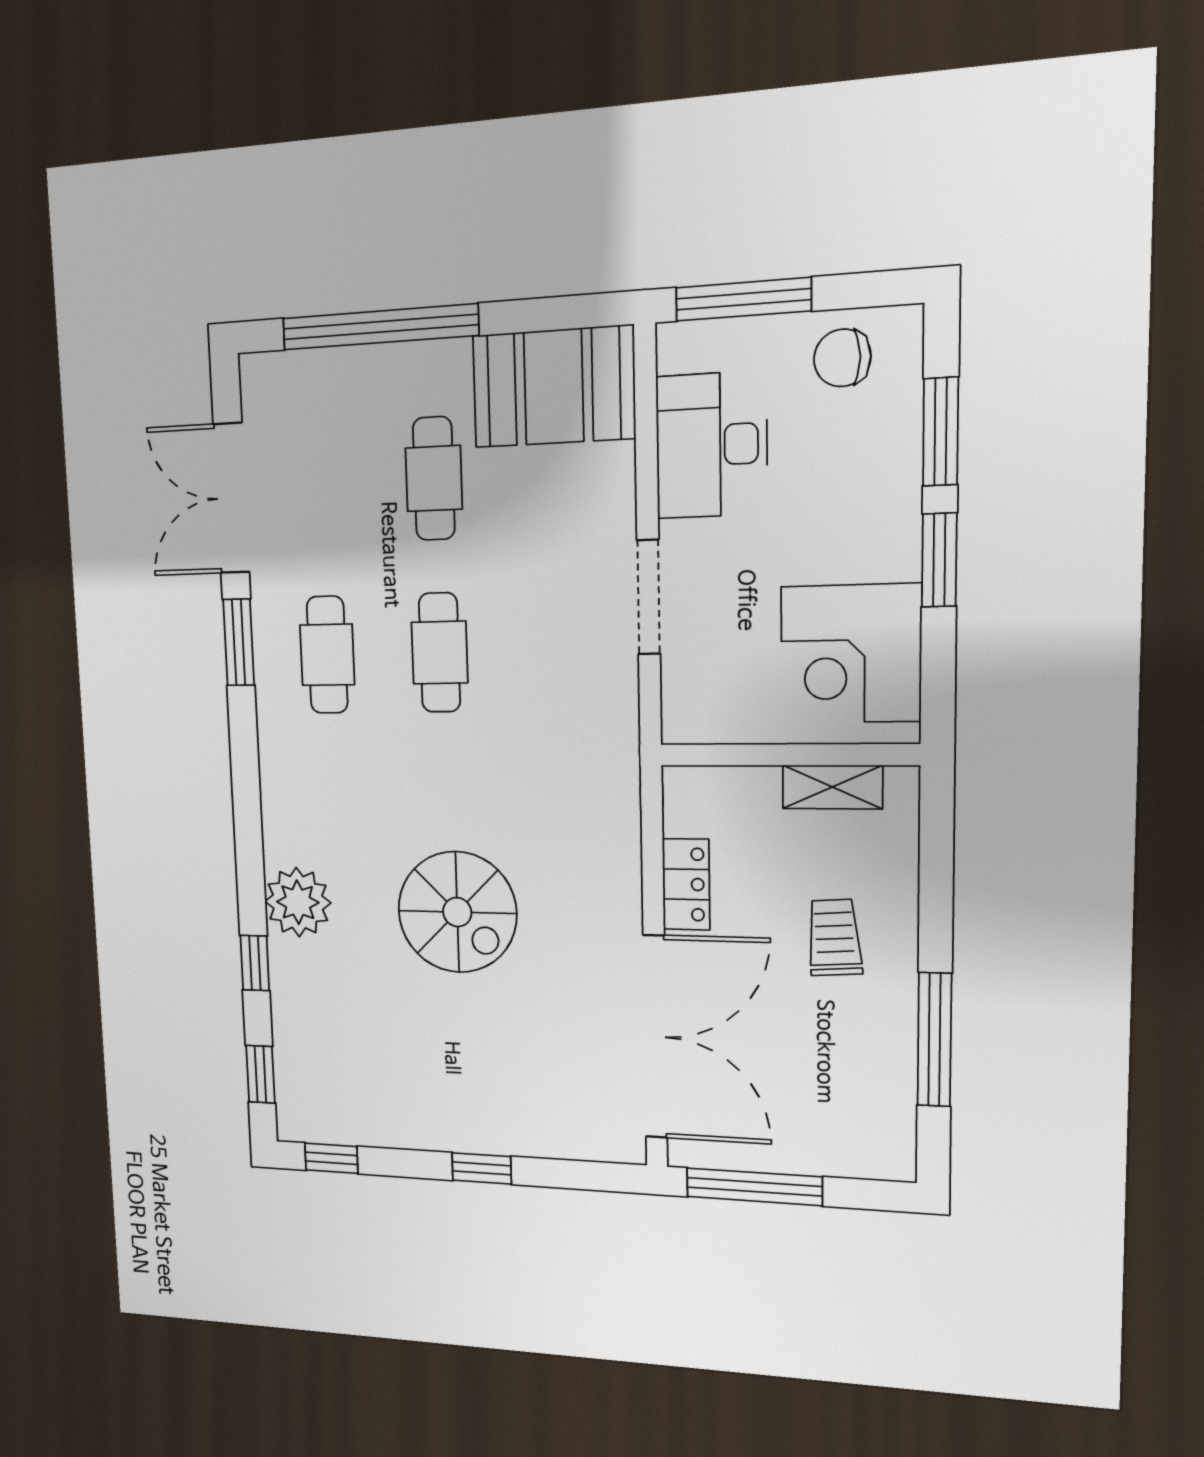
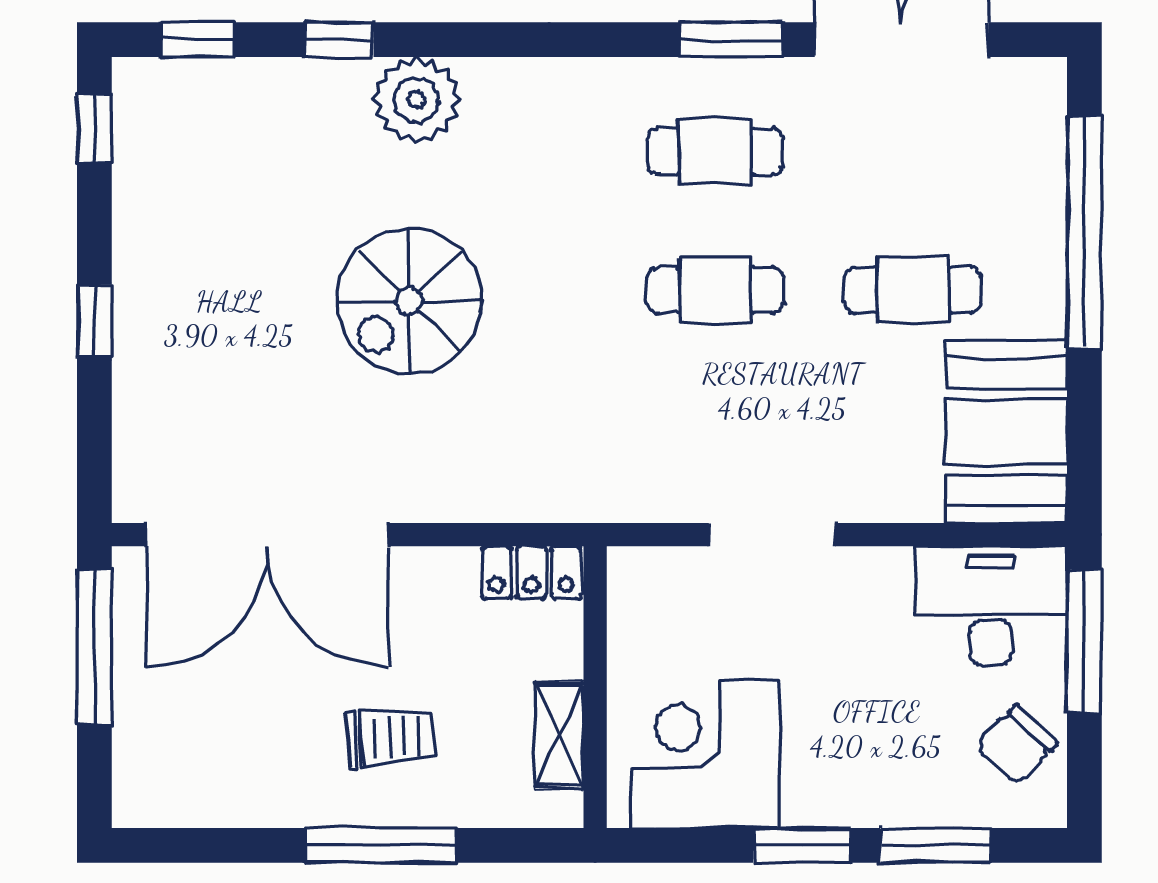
chair: (842, 358) -> (1017, 745), turned -136
desk: (711, 445) -> (991, 606), moved
locker: (686, 884) -> (531, 572), moved
window: (934, 1040) -> (381, 845), moved

